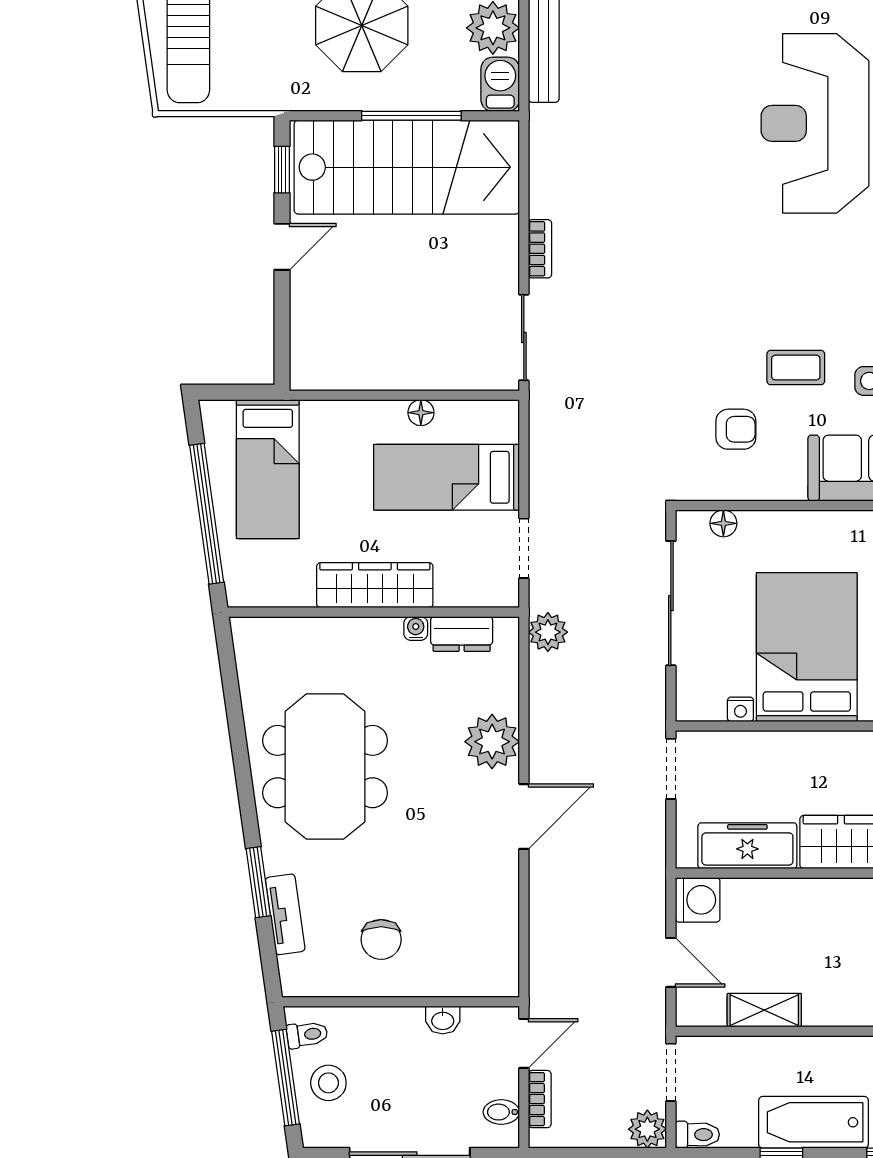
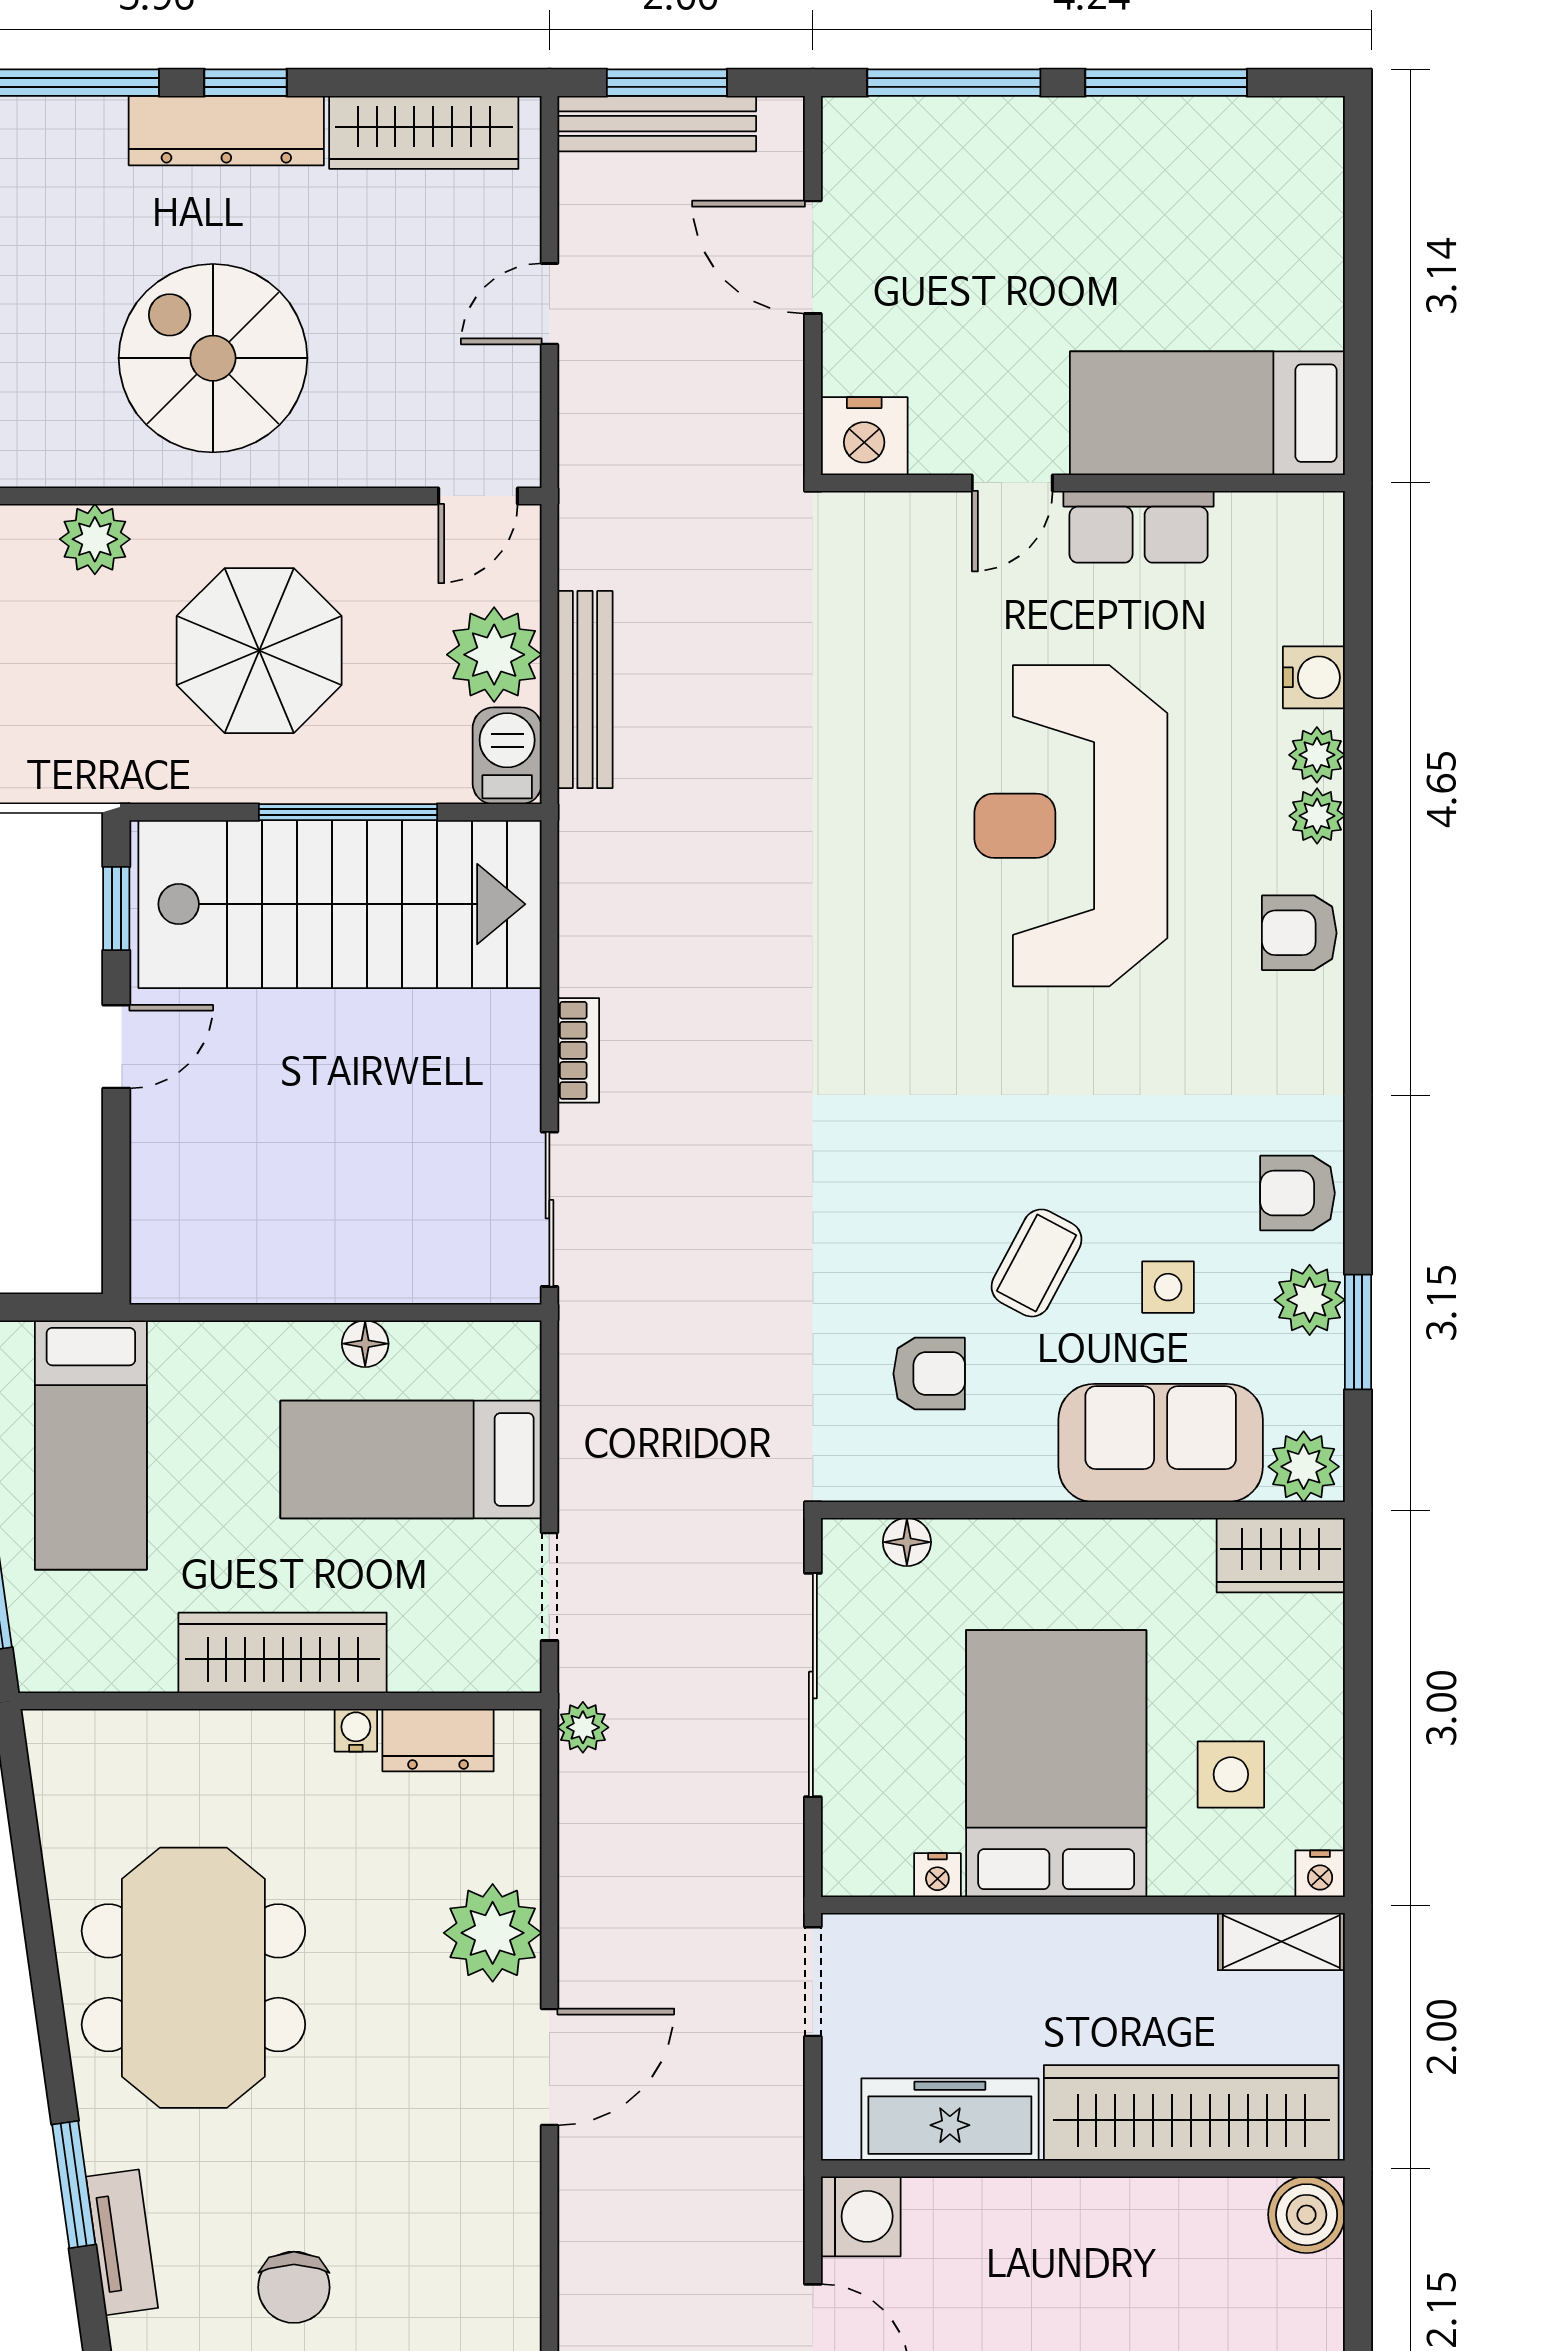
coffee table: (796, 368) -> (1037, 1263), turned -62
plant: (548, 632) -> (583, 1727), width x0.73, depth x0.73

